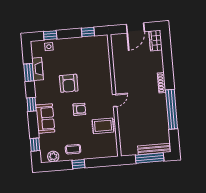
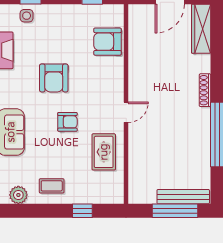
wardrobe: (156, 40) -> (201, 29), width x1.50
armchair: (100, 58) -> (107, 42), added
rug: (103, 126) -> (104, 152), turned 90
window: (78, 164) -> (82, 211), moved

